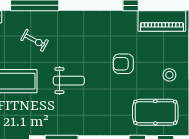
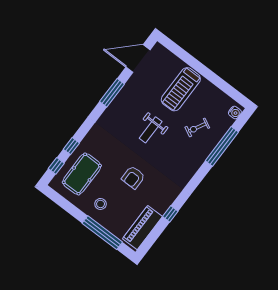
armchair: (123, 64) -> (133, 177), turned 180

